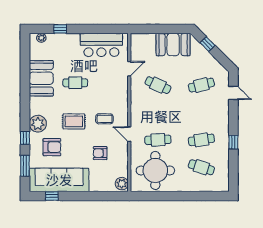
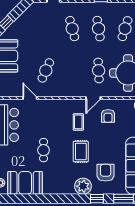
booth: (41, 78) -> (25, 183), moved
cafe table: (201, 85) -> (72, 29), moved
armchair: (100, 153) -> (108, 116), moved

